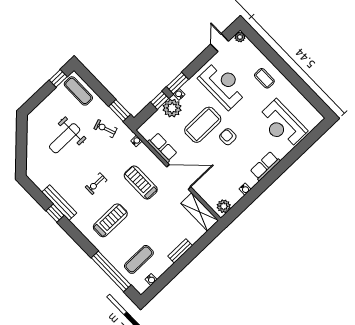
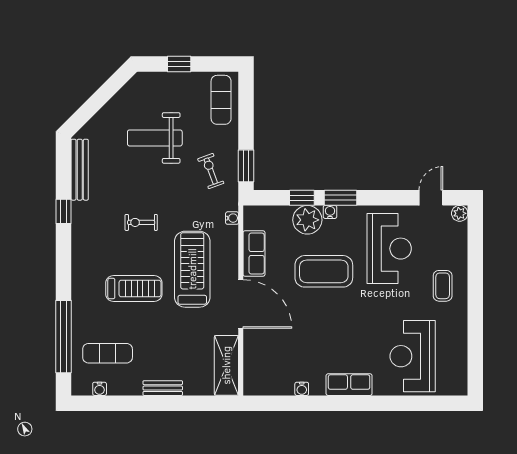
window: (58, 78) -> (179, 64), moved
armchair: (228, 137) -> (339, 312), removed
treadmill: (141, 183) -> (192, 269), width x1.37, depth x1.38
bench: (59, 203) -> (80, 170), moved
plant: (224, 206) -> (259, 385), removed
treadmill: (110, 220) -> (134, 289), moved

